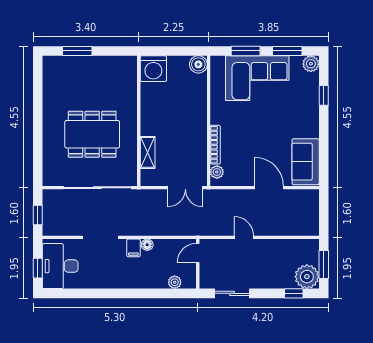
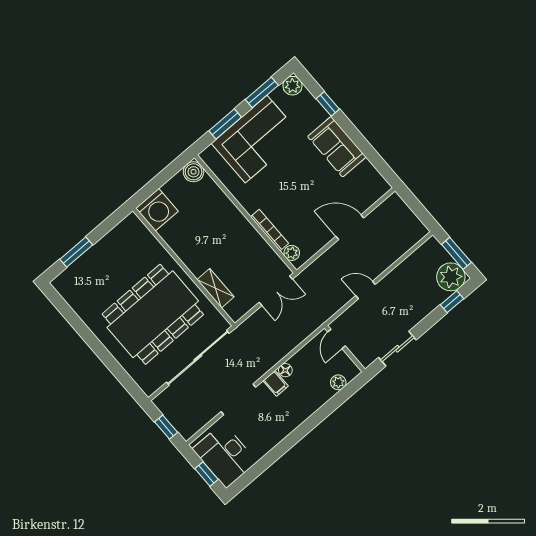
dining table: (92, 134) -> (153, 314), width x1.36, depth x1.24
sofa: (306, 162) -> (337, 147), moved

